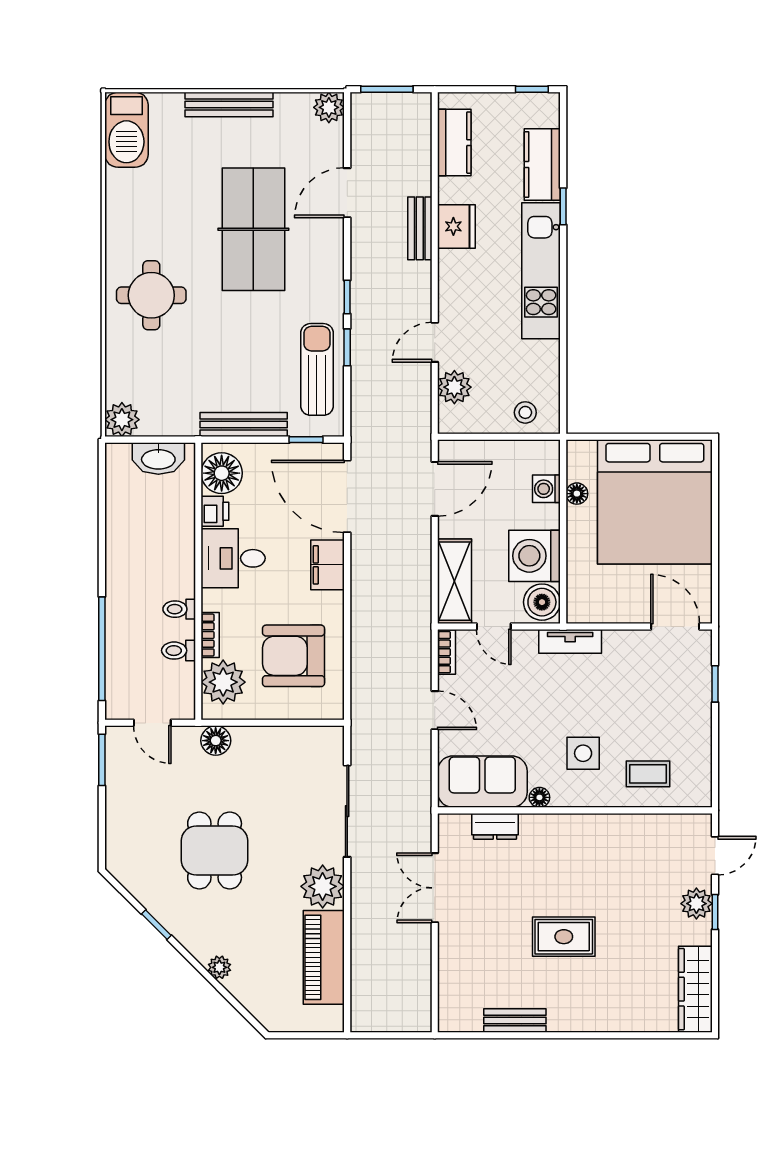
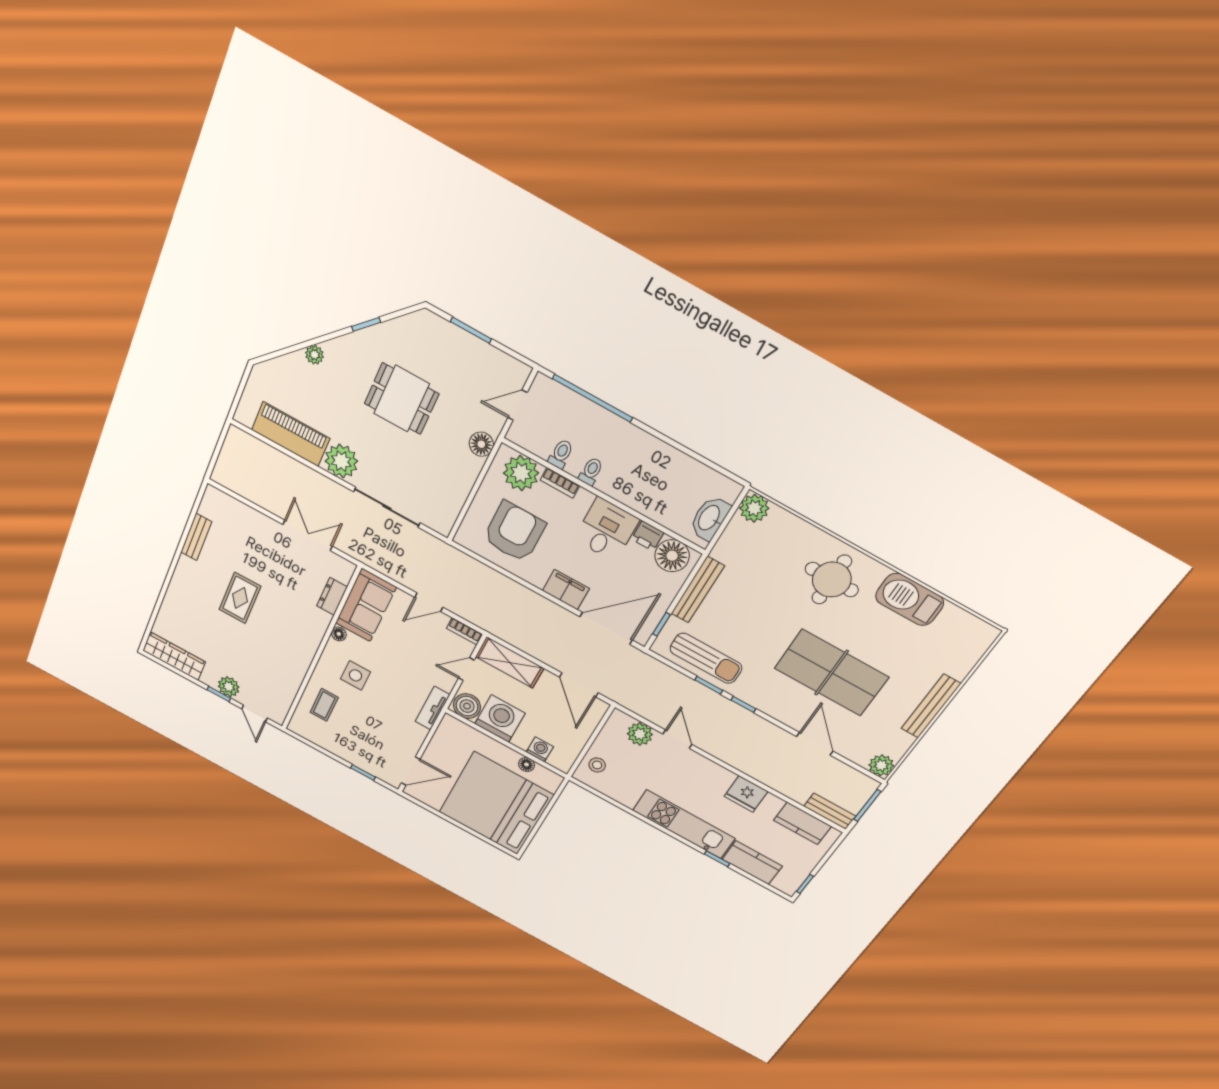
barbecue: (126, 130) -> (910, 599), moved
bench: (420, 228) -> (830, 811), moved
window: (102, 760) -> (471, 330), moved

